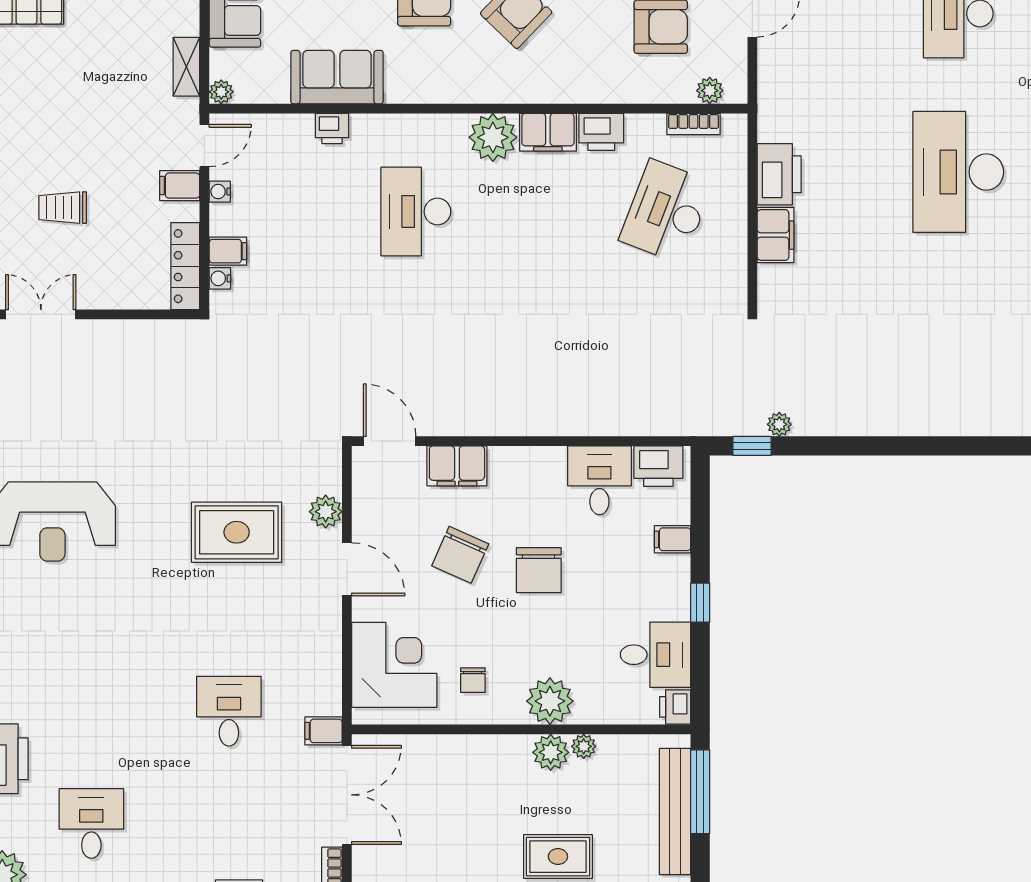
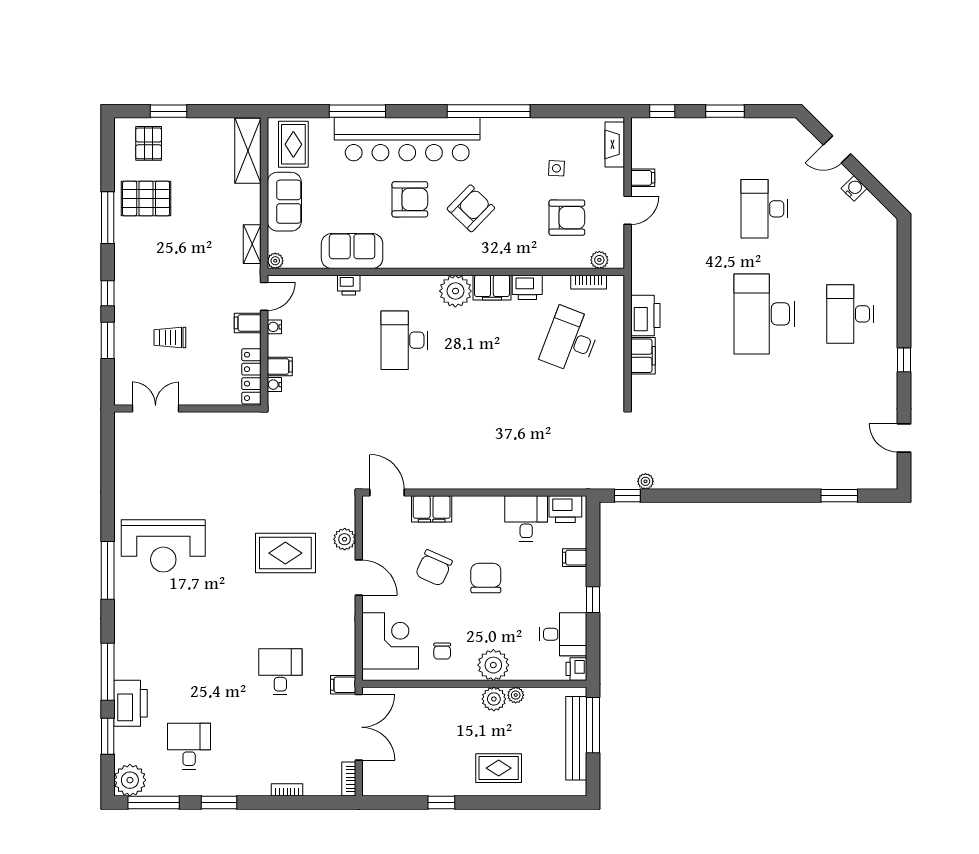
chair: (539, 570) -> (486, 578), turned 180

